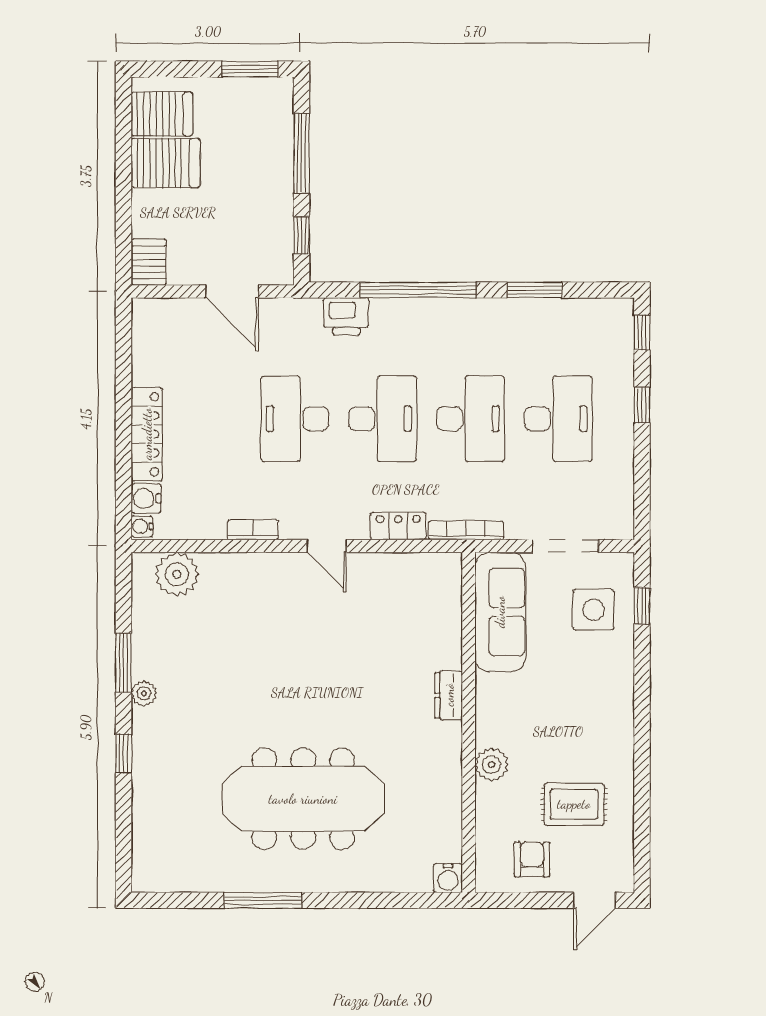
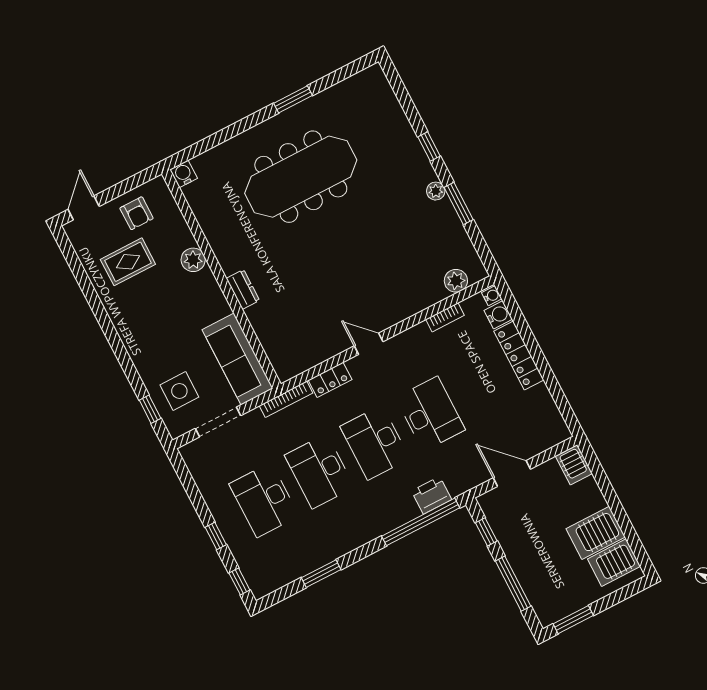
window: (418, 290) -> (421, 522), moved
bookcase: (253, 530) -> (445, 317), moved
plant: (177, 574) -> (456, 281), width x0.73, depth x0.73
window: (263, 900) -> (293, 99), width x0.69

